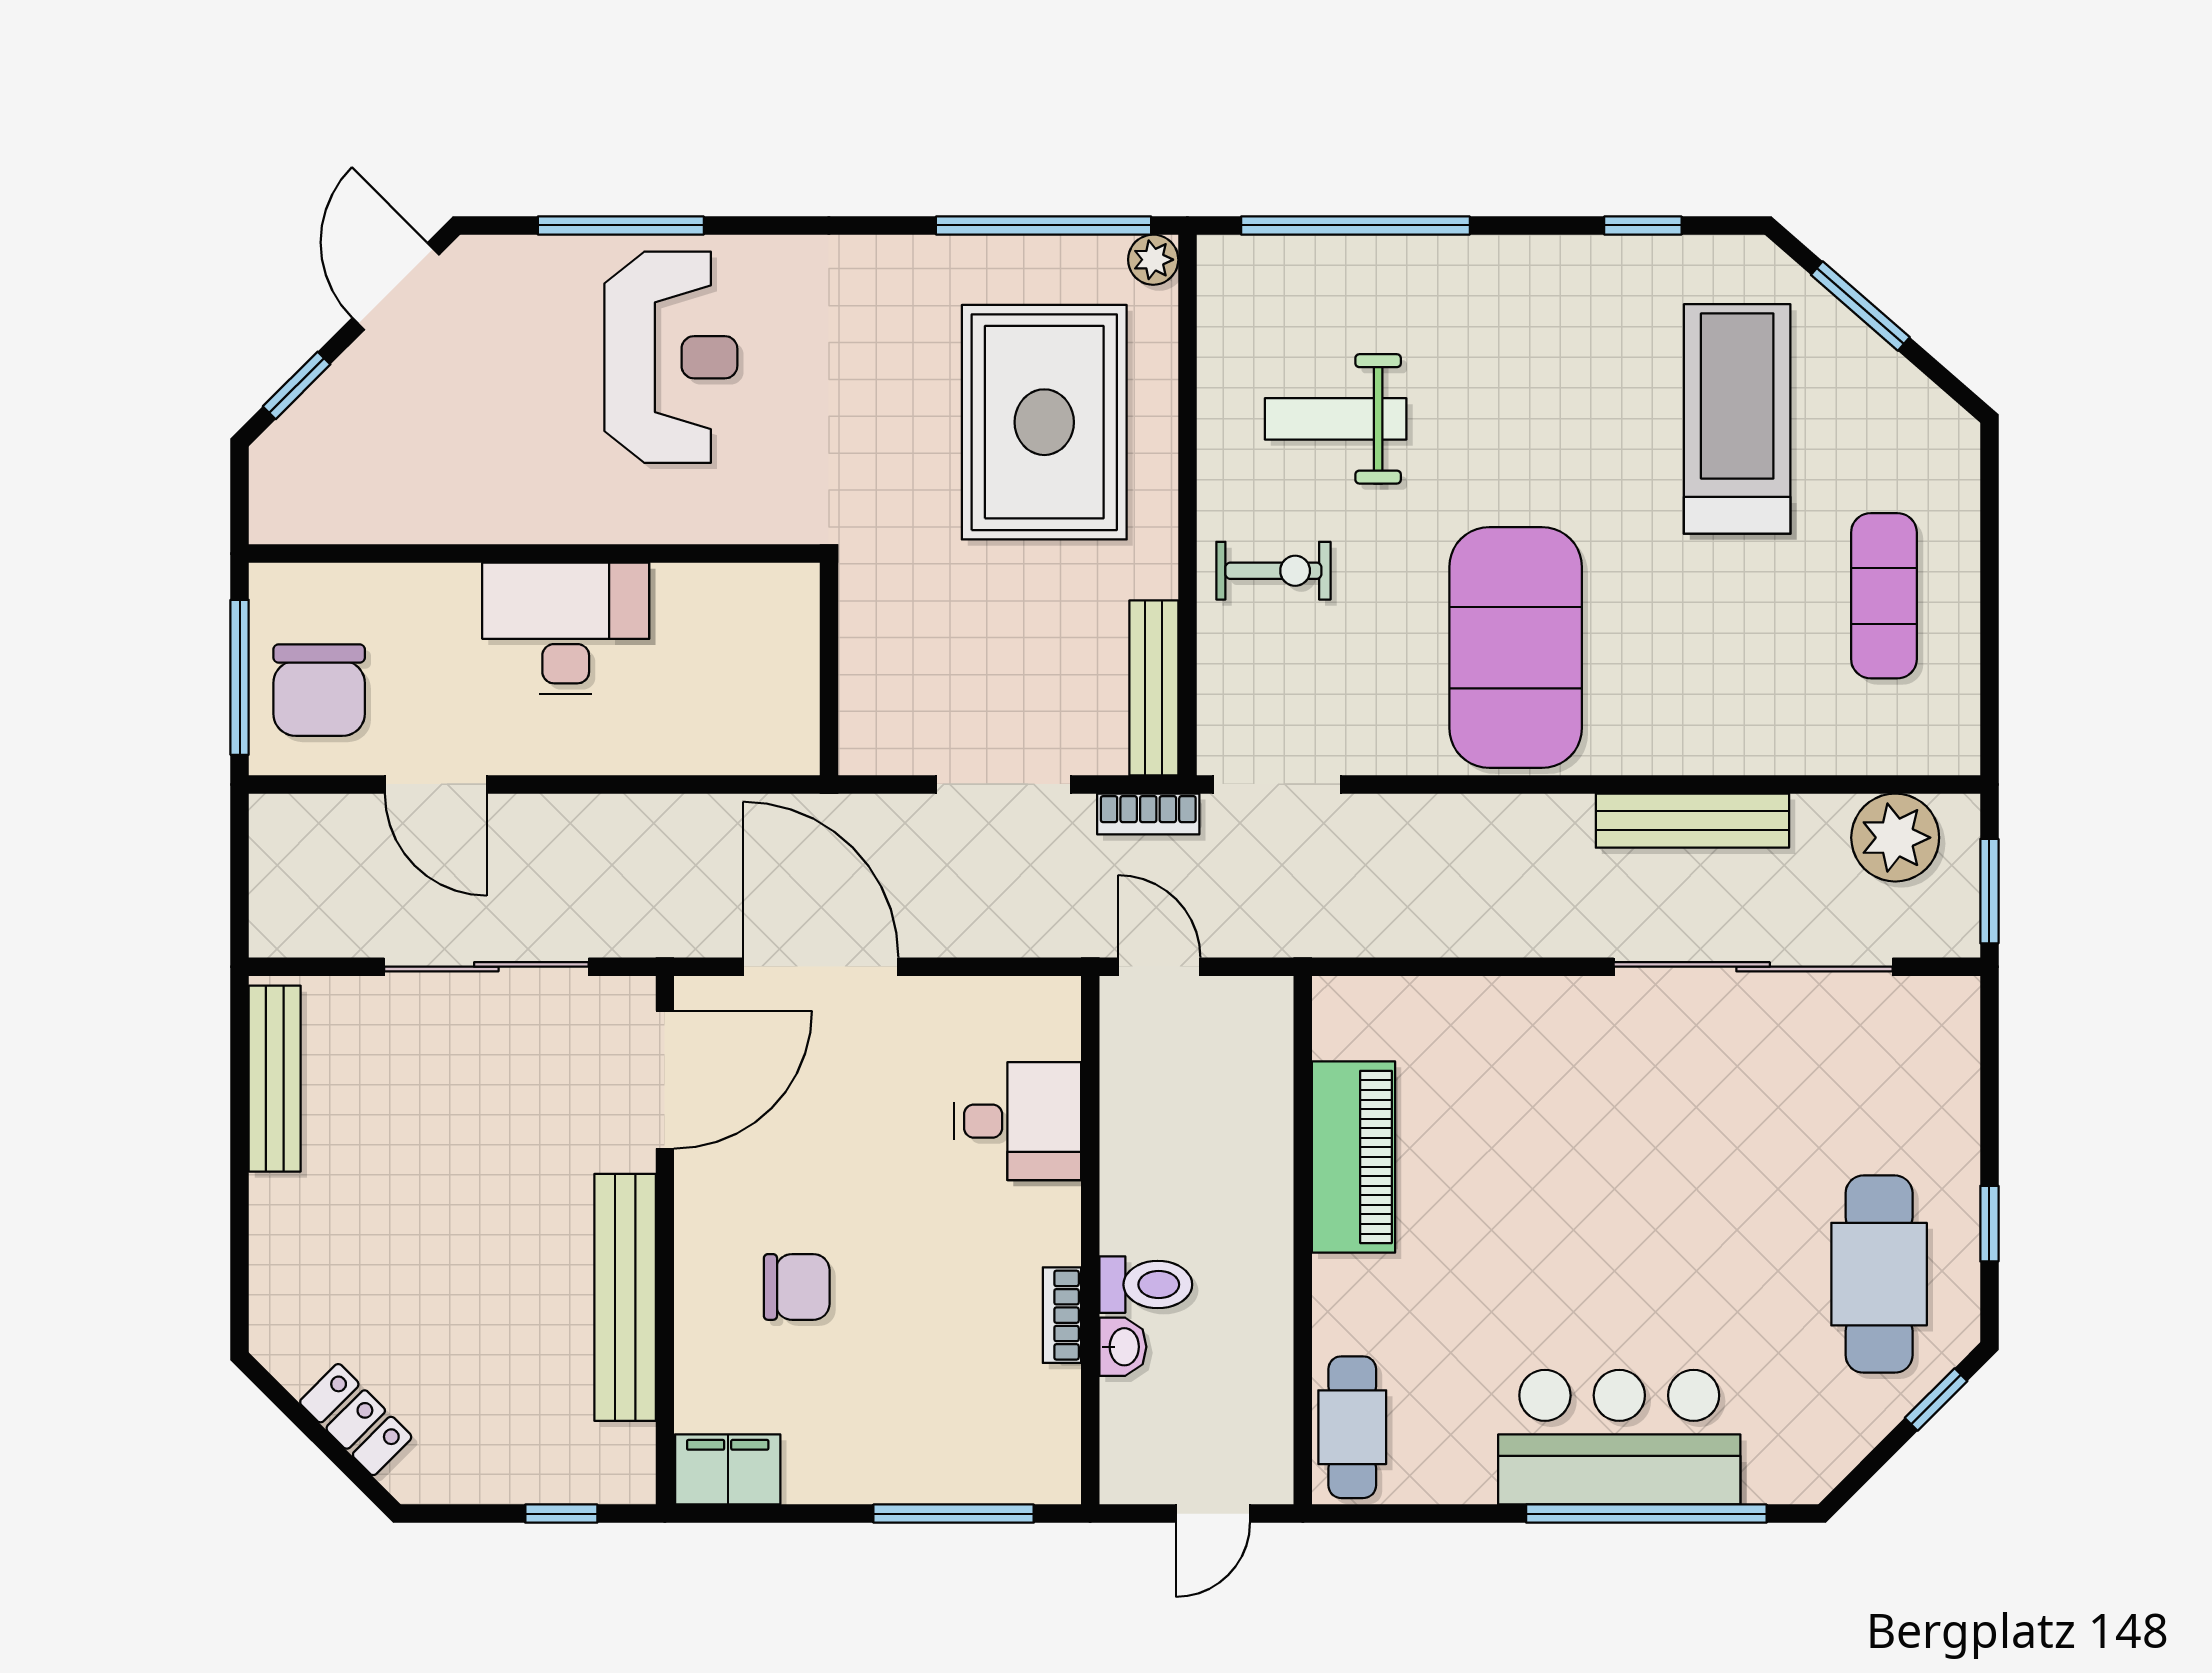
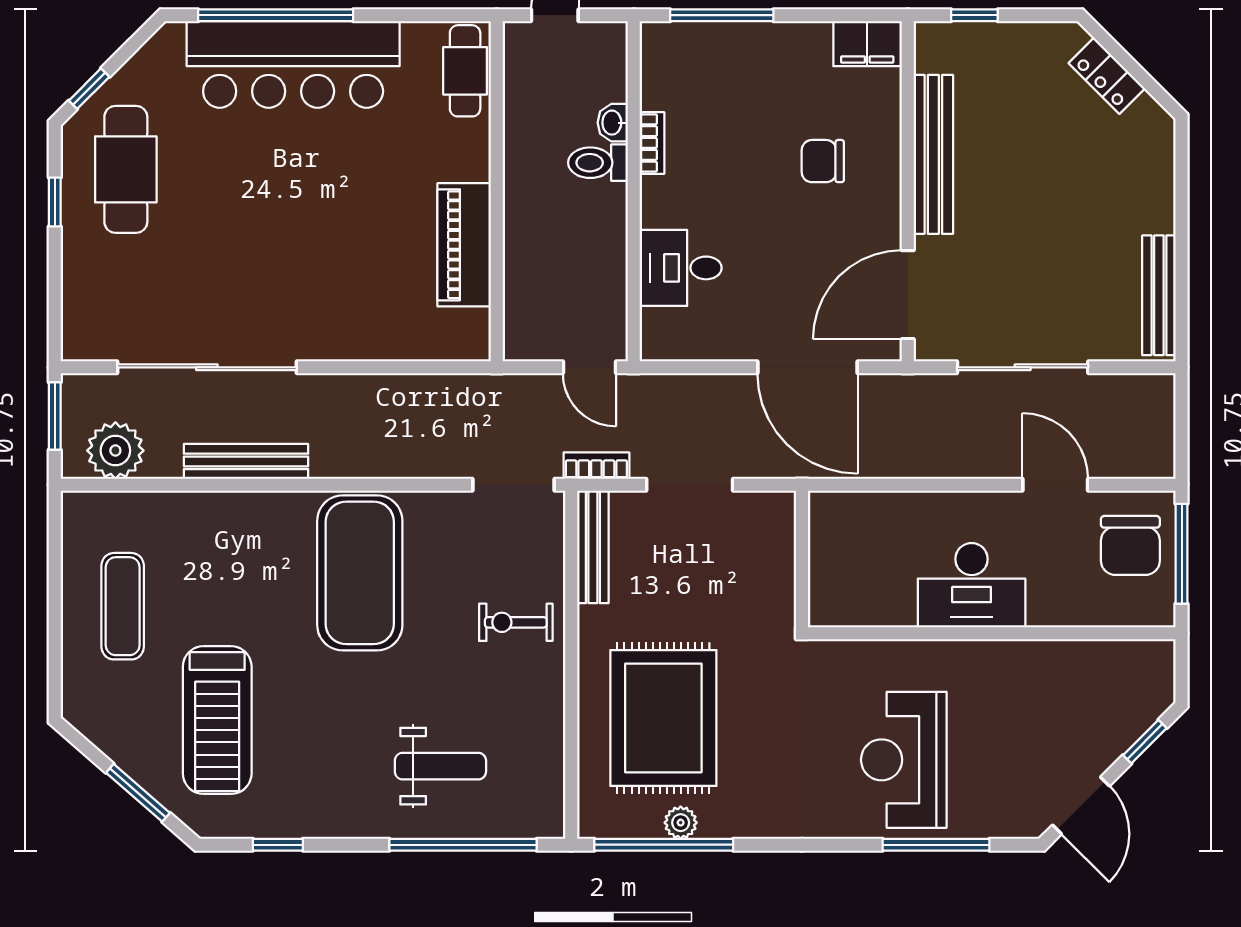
plant: (1153, 260) -> (681, 823), moved
weight bench: (1336, 419) -> (440, 766), moved
chair: (319, 690) -> (1130, 545), turned 180
bar counter: (1619, 1437) -> (293, 64), width x1.36

